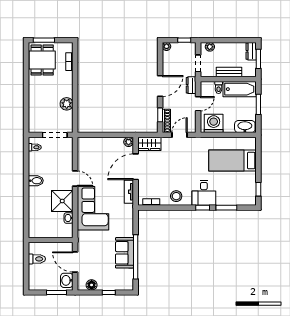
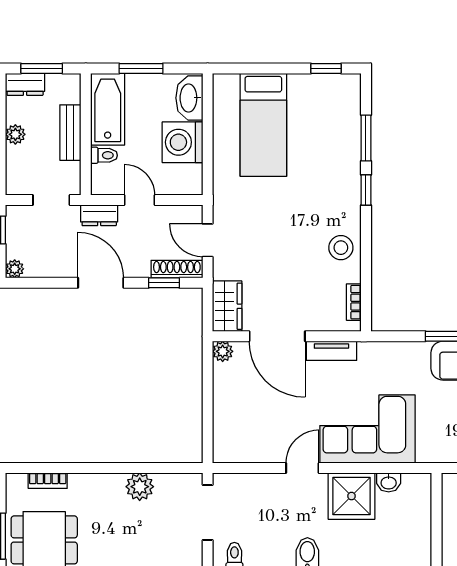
plant: (210, 47) -> (15, 134), moved
washing machine: (214, 123) -> (182, 142), moved
desk: (204, 193) -> (334, 187), removed

